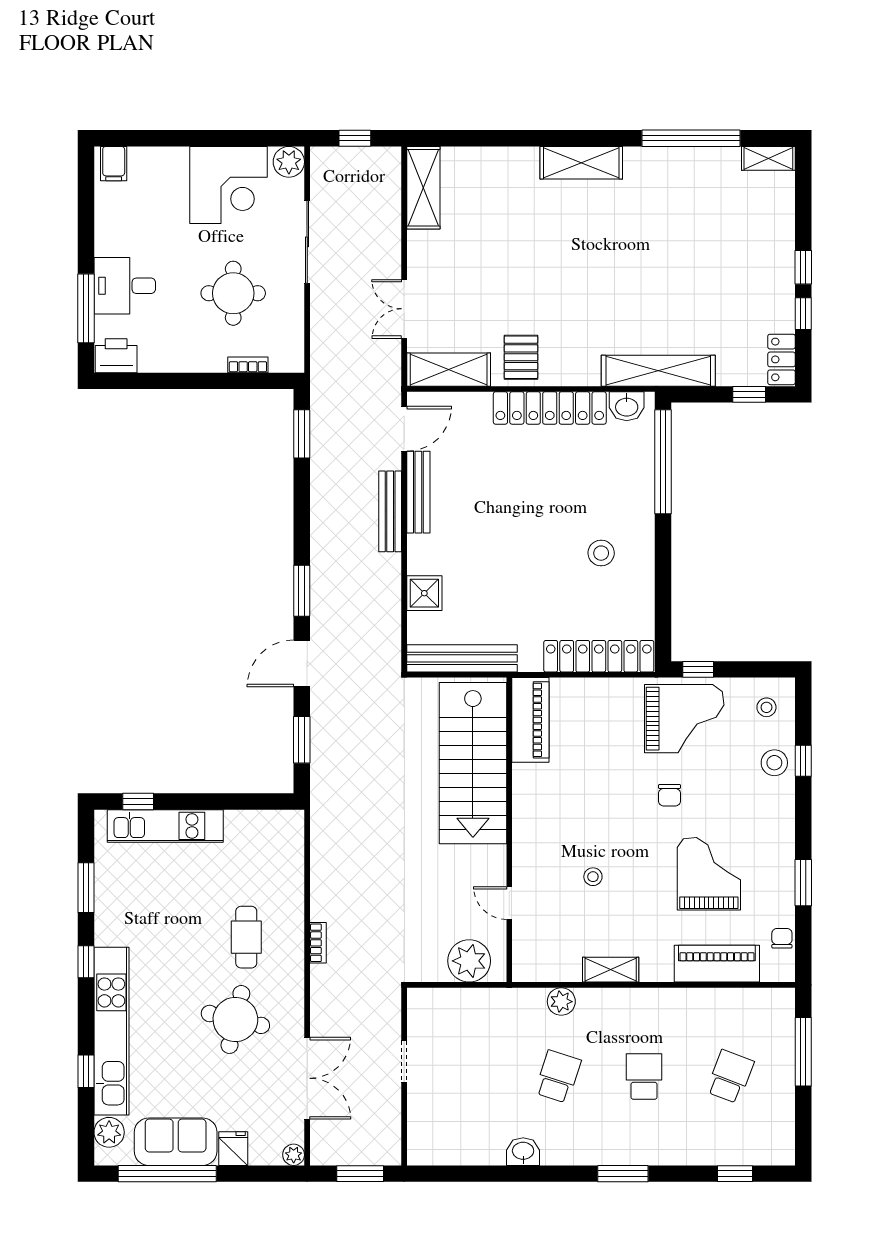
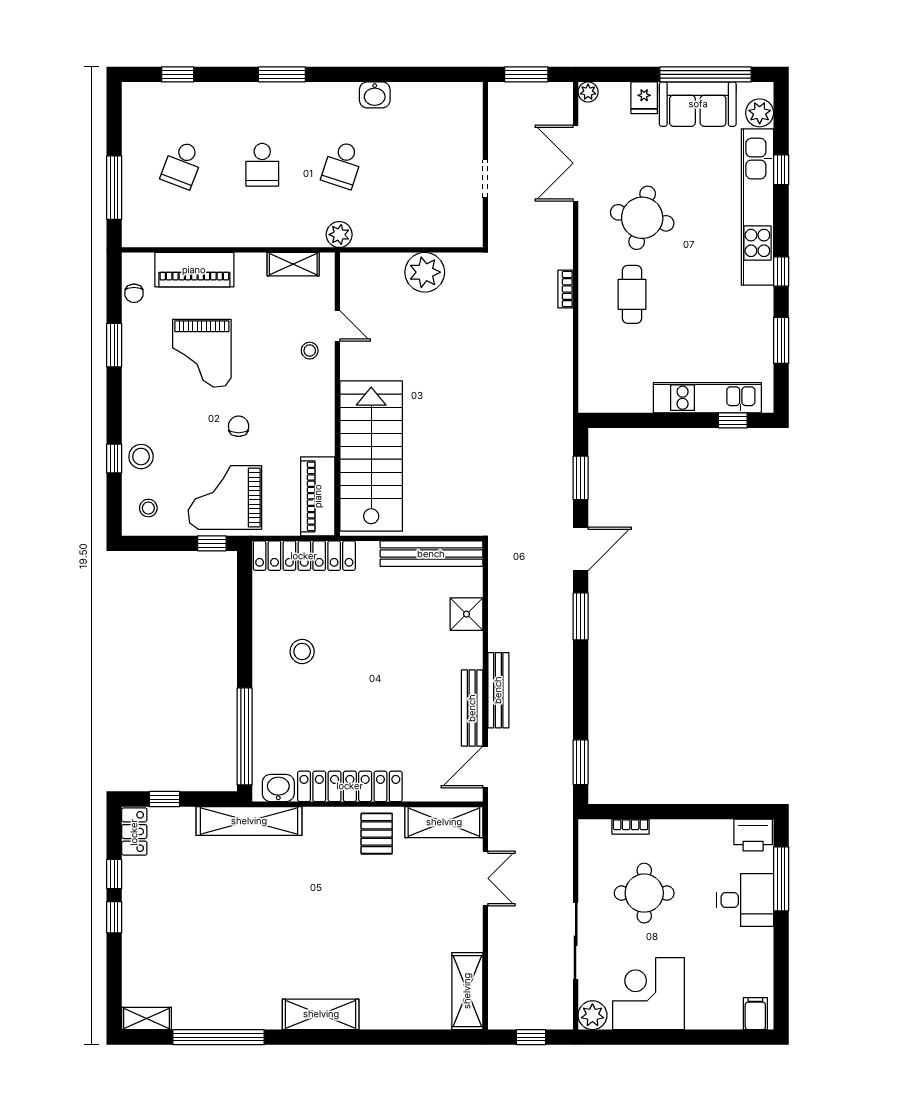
piano: (530, 720) -> (318, 496), moved
stairs: (473, 763) -> (371, 456), moved
wall: (509, 830) -> (337, 394), moved
door: (509, 903) -> (337, 326), moved

